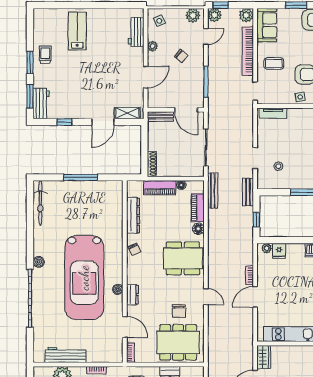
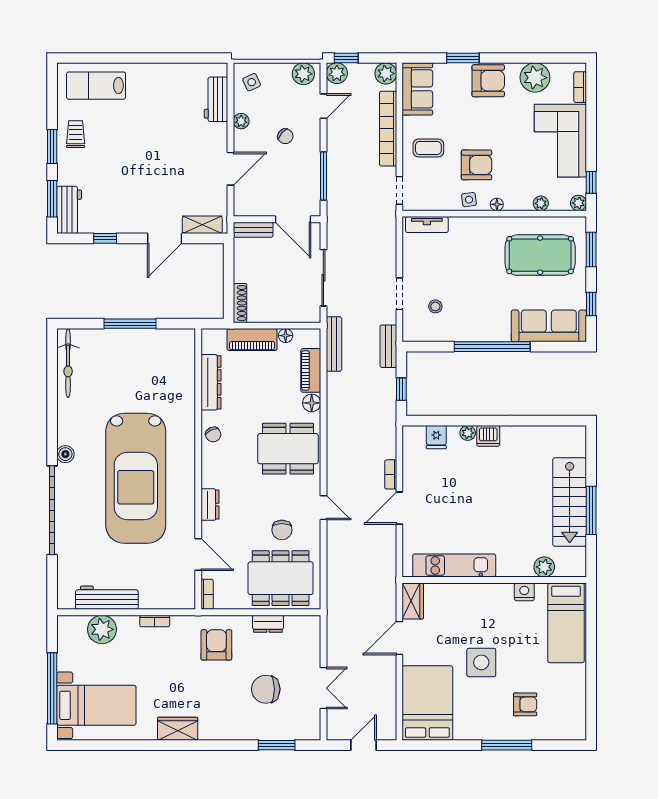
lab bench: (77, 31) -> (96, 86), moved, turned -90
plant: (267, 248) -> (468, 433), moved
boiler: (118, 289) -> (187, 496), removed

